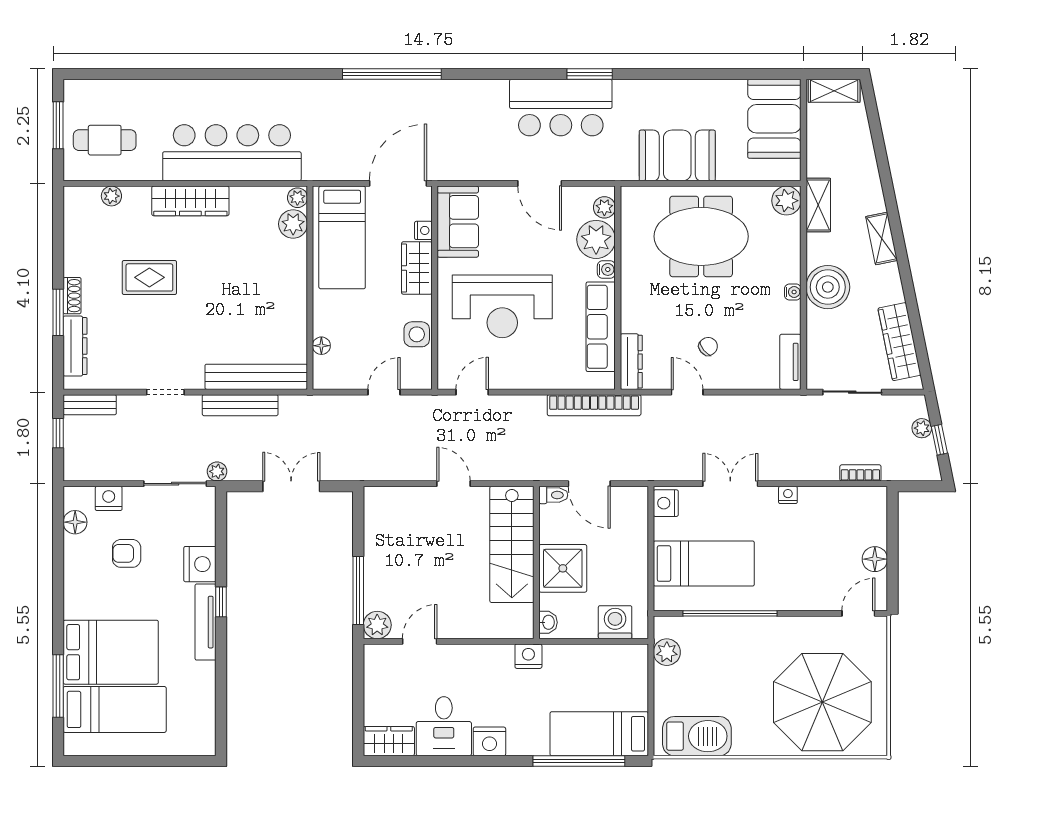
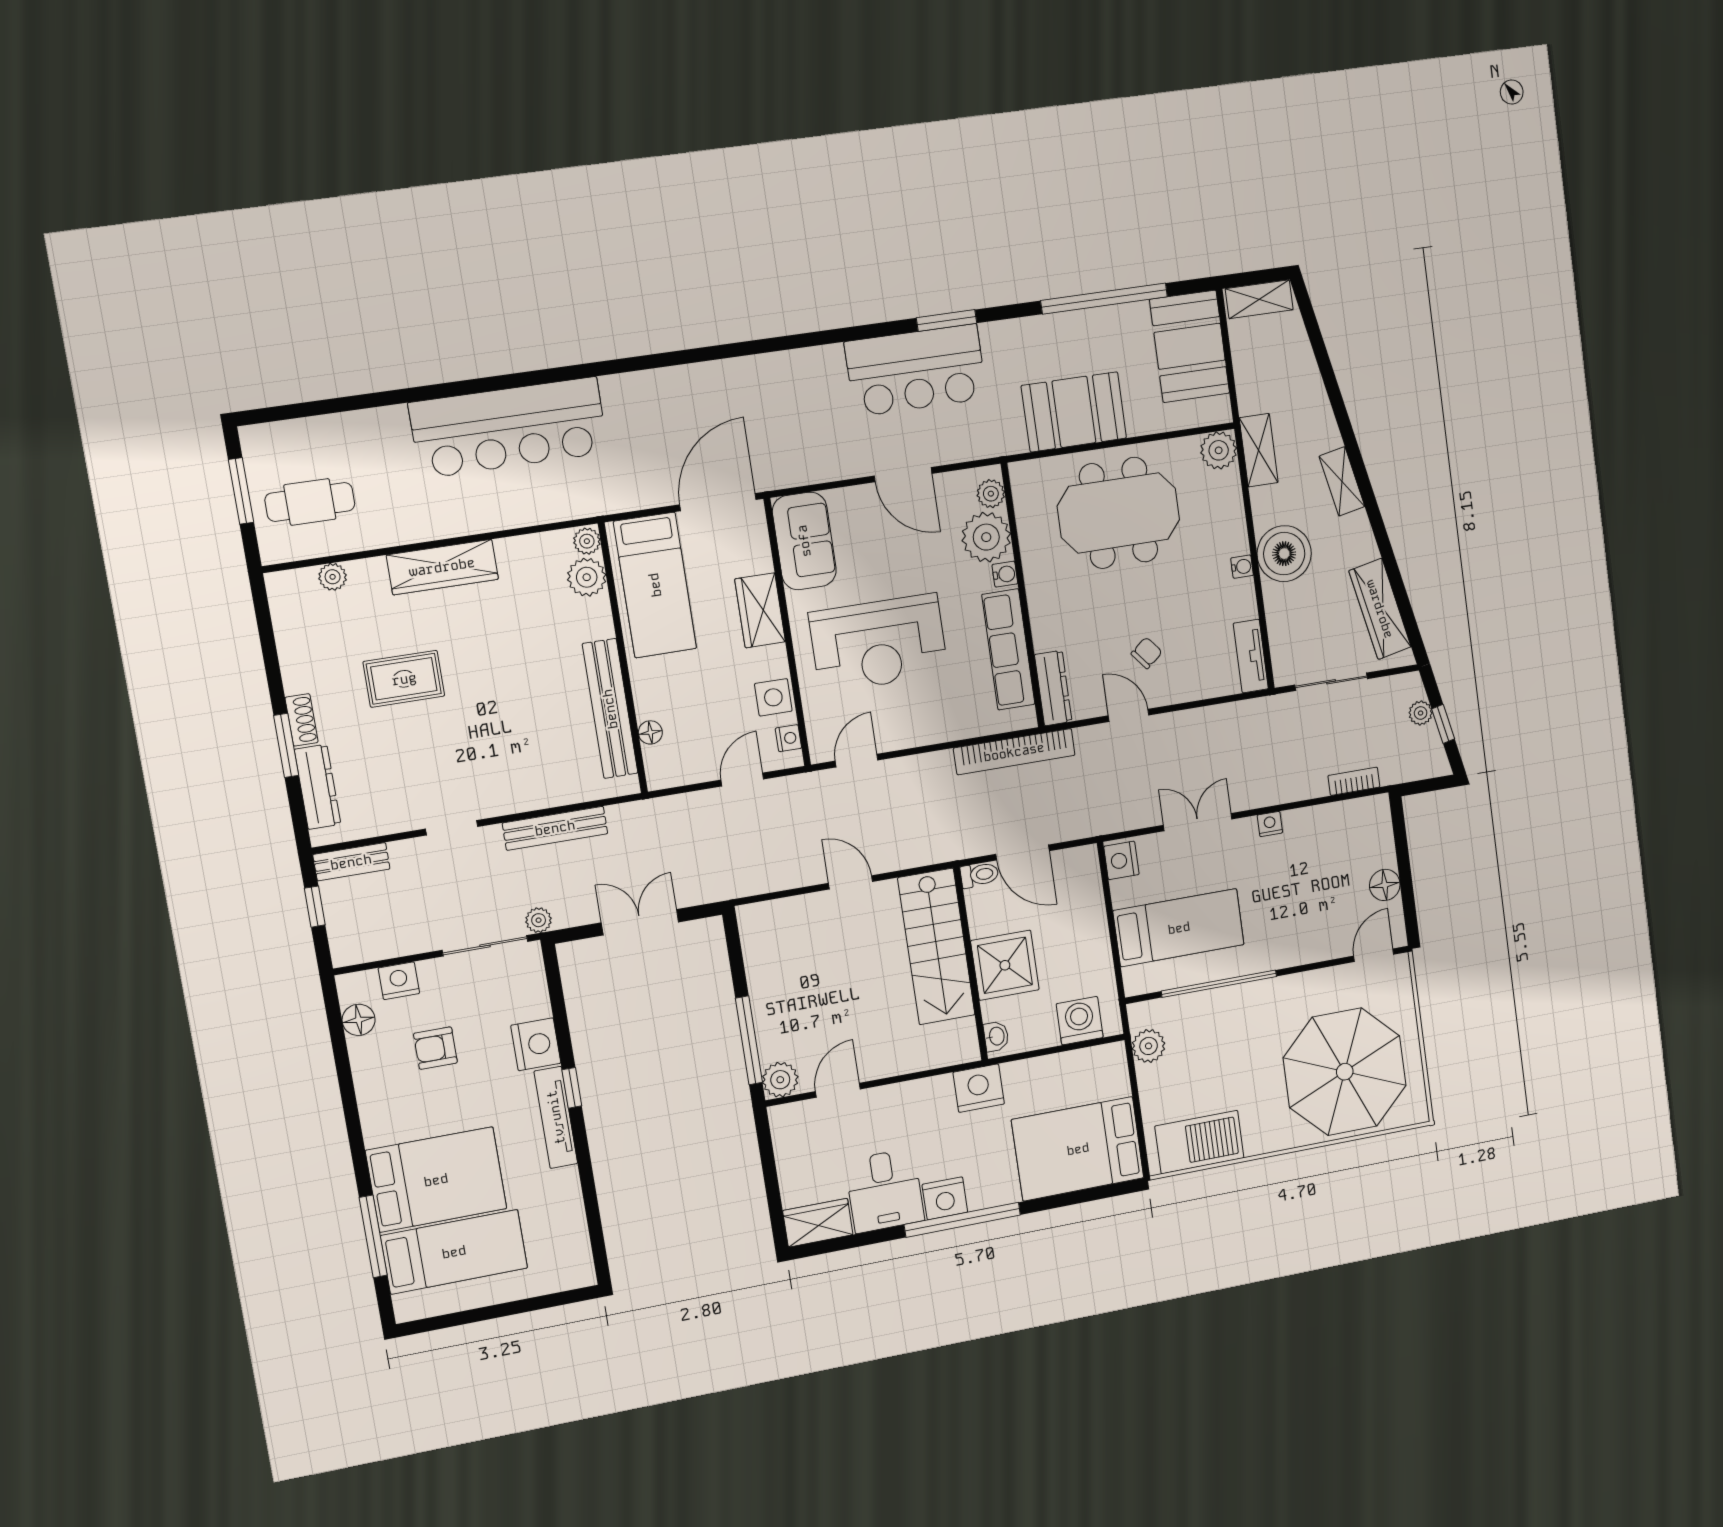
window: (392, 74) -> (1104, 299), moved
bar counter: (232, 153) -> (509, 428), moved, turned 180
nightstand: (423, 230) -> (788, 738), moved
bench: (256, 377) -> (610, 709), moved, turned 90
nightstand: (528, 656) -> (979, 1088), width x1.36, depth x1.33
bed: (599, 734) -> (1078, 1149), width x1.50
window: (579, 761) -> (962, 1220), moved

